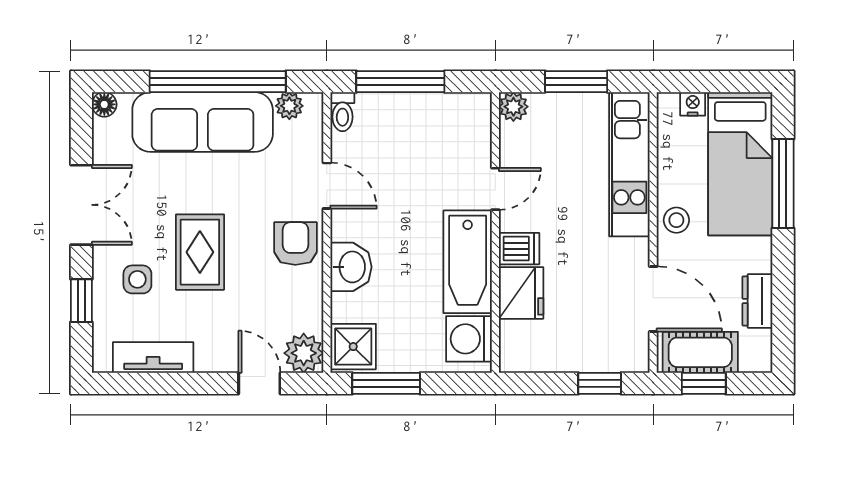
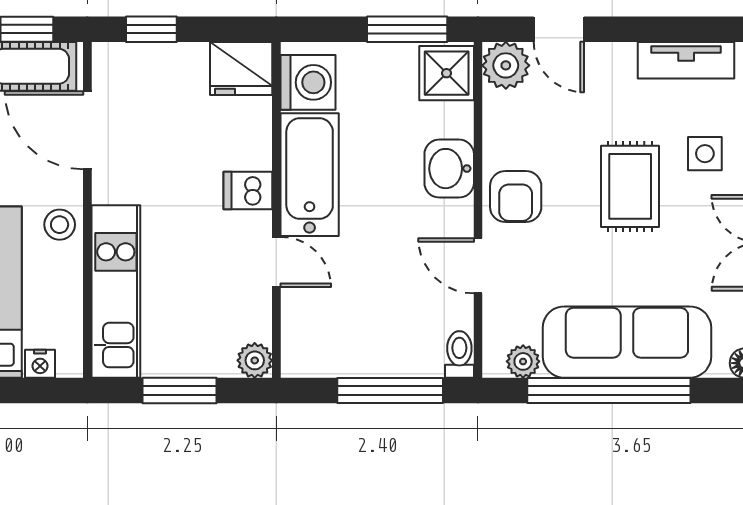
door: (495, 189) -> (276, 262), swing flipped
fridge: (521, 293) -> (241, 68), moved, turned -90

